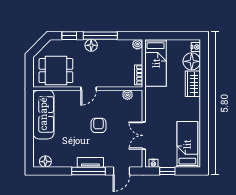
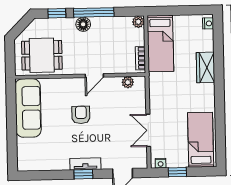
floor lamp: (192, 61) -> (203, 41), removed
door: (89, 89) -> (94, 76), moved
armchair: (99, 125) -> (81, 115), moved
floor lamp: (45, 162) -> (32, 164), removed
window: (89, 171) -> (83, 174), width x0.46

